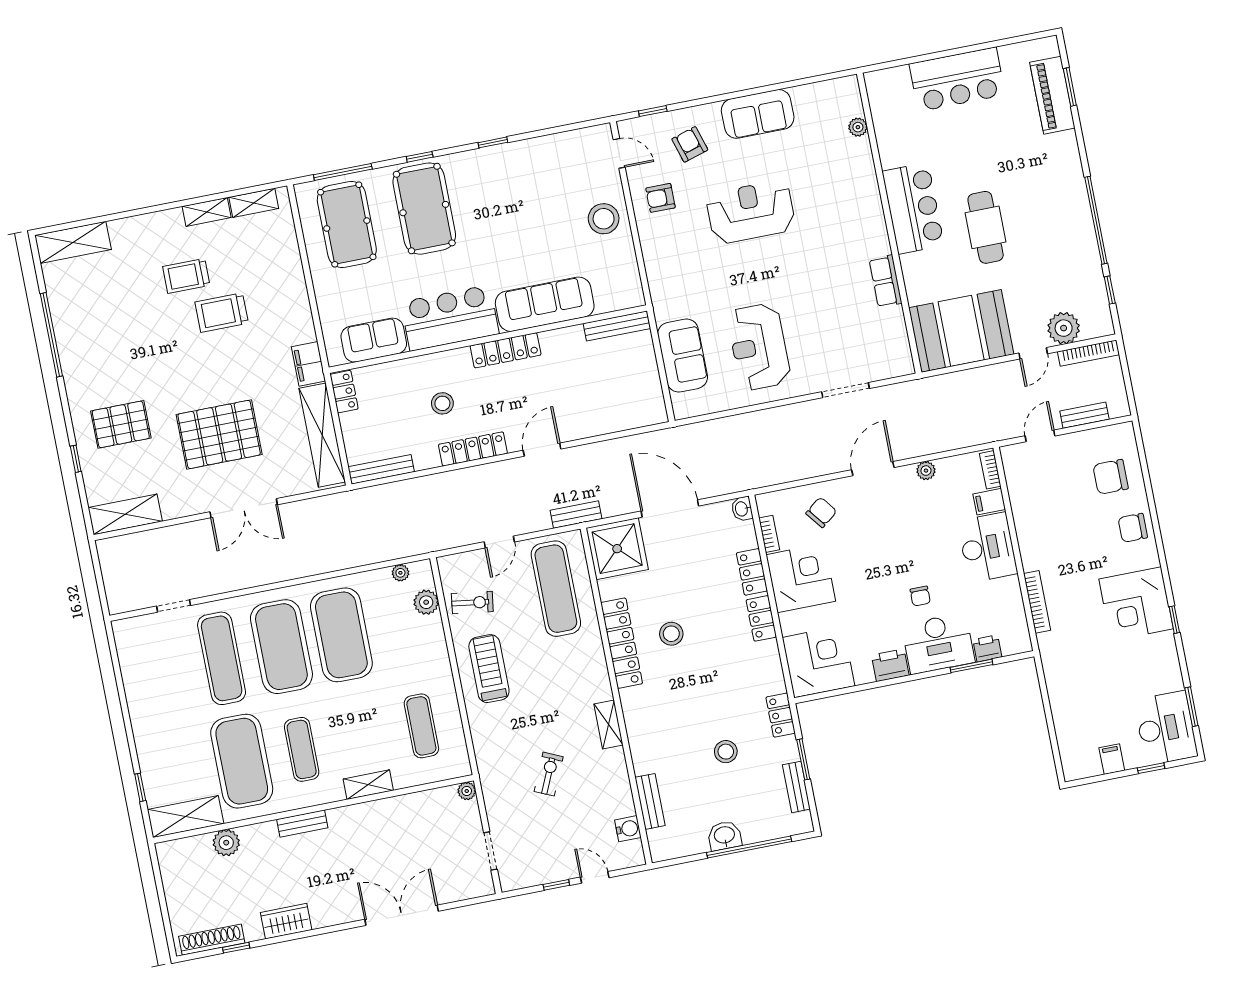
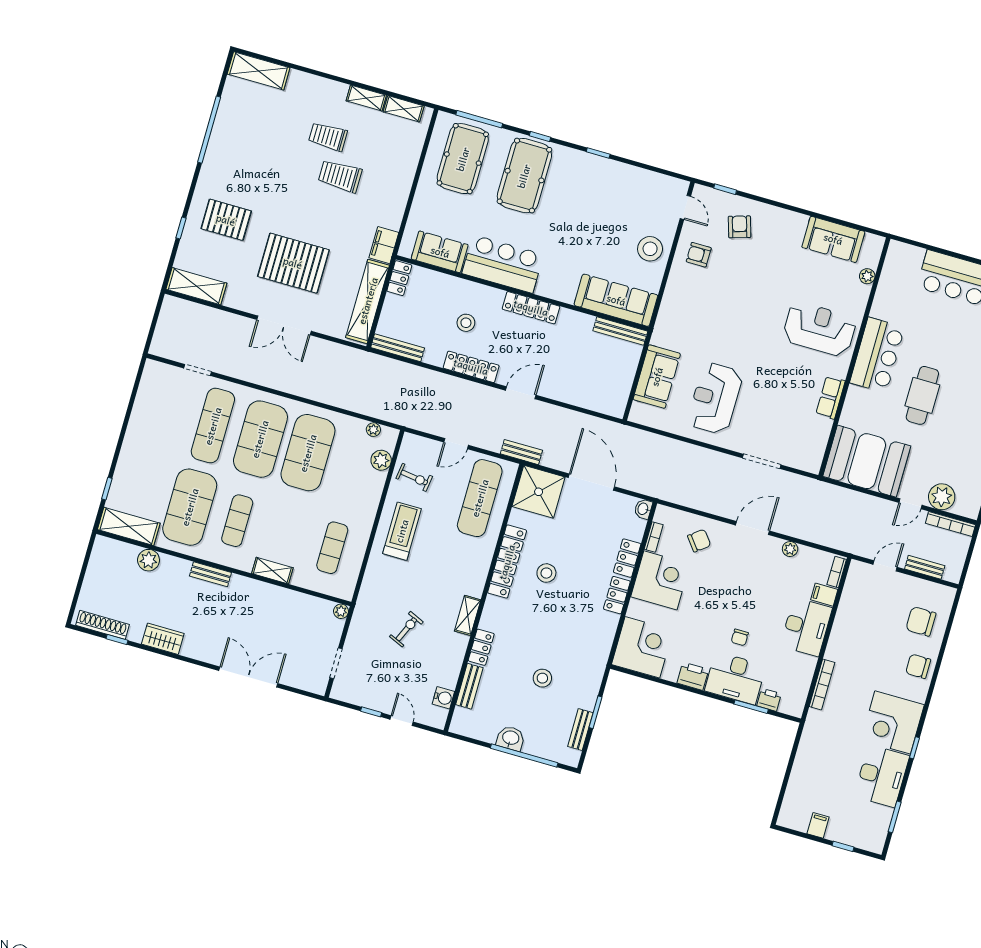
sofa: (758, 114) -> (833, 239), moved
reception desk: (751, 212) -> (819, 329), moved
sofa: (545, 304) -> (616, 300), moved
locker: (781, 715) -> (481, 647), moved, turned 180
desk: (1166, 728) -> (882, 776), moved

